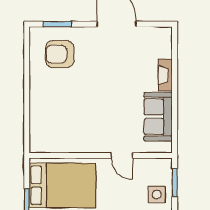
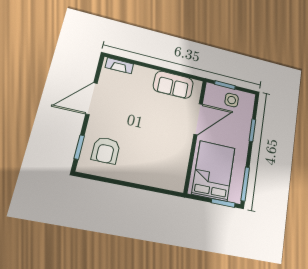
fireplace: (165, 75) -> (119, 66), moved
door: (122, 156) -> (198, 119), width x1.87

